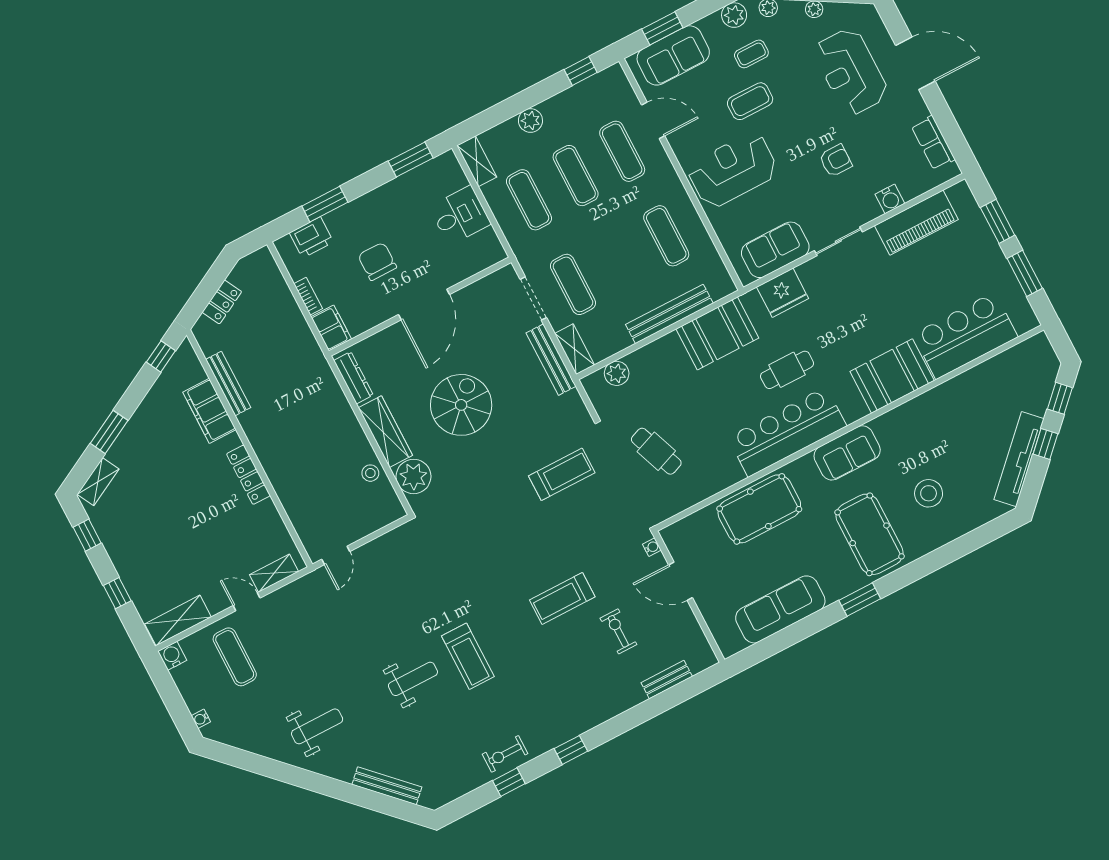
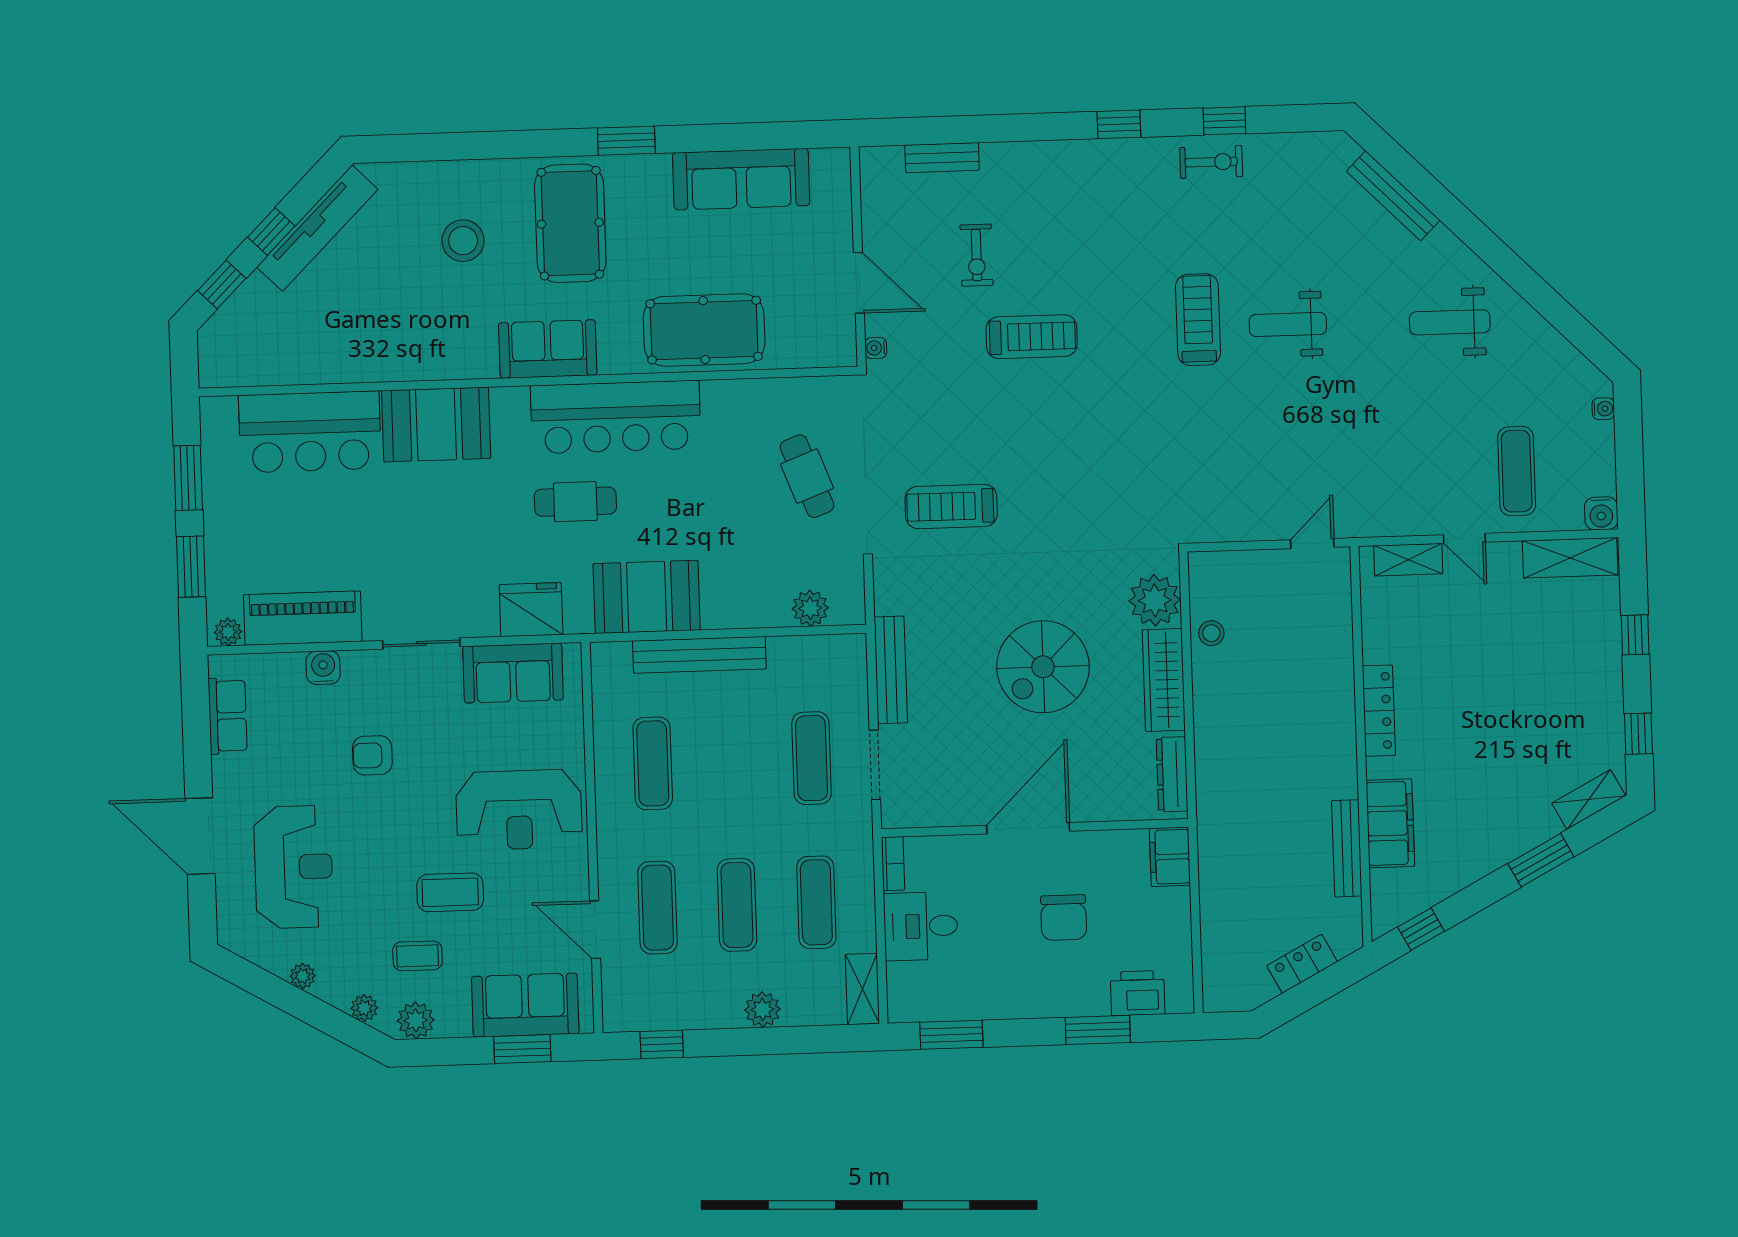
plant: (957, 193) -> (228, 632), added
bookcase: (308, 296) -> (893, 864), moved, turned 180
shelving: (575, 349) -> (852, 669), removed

